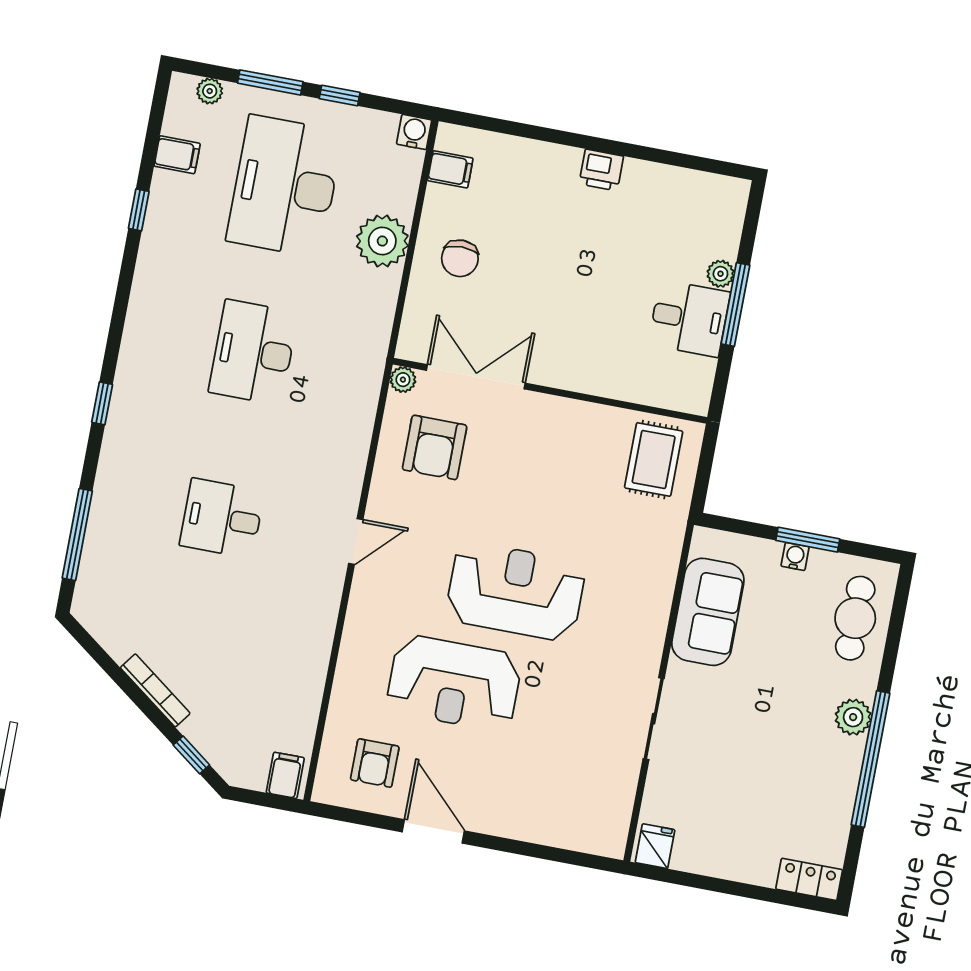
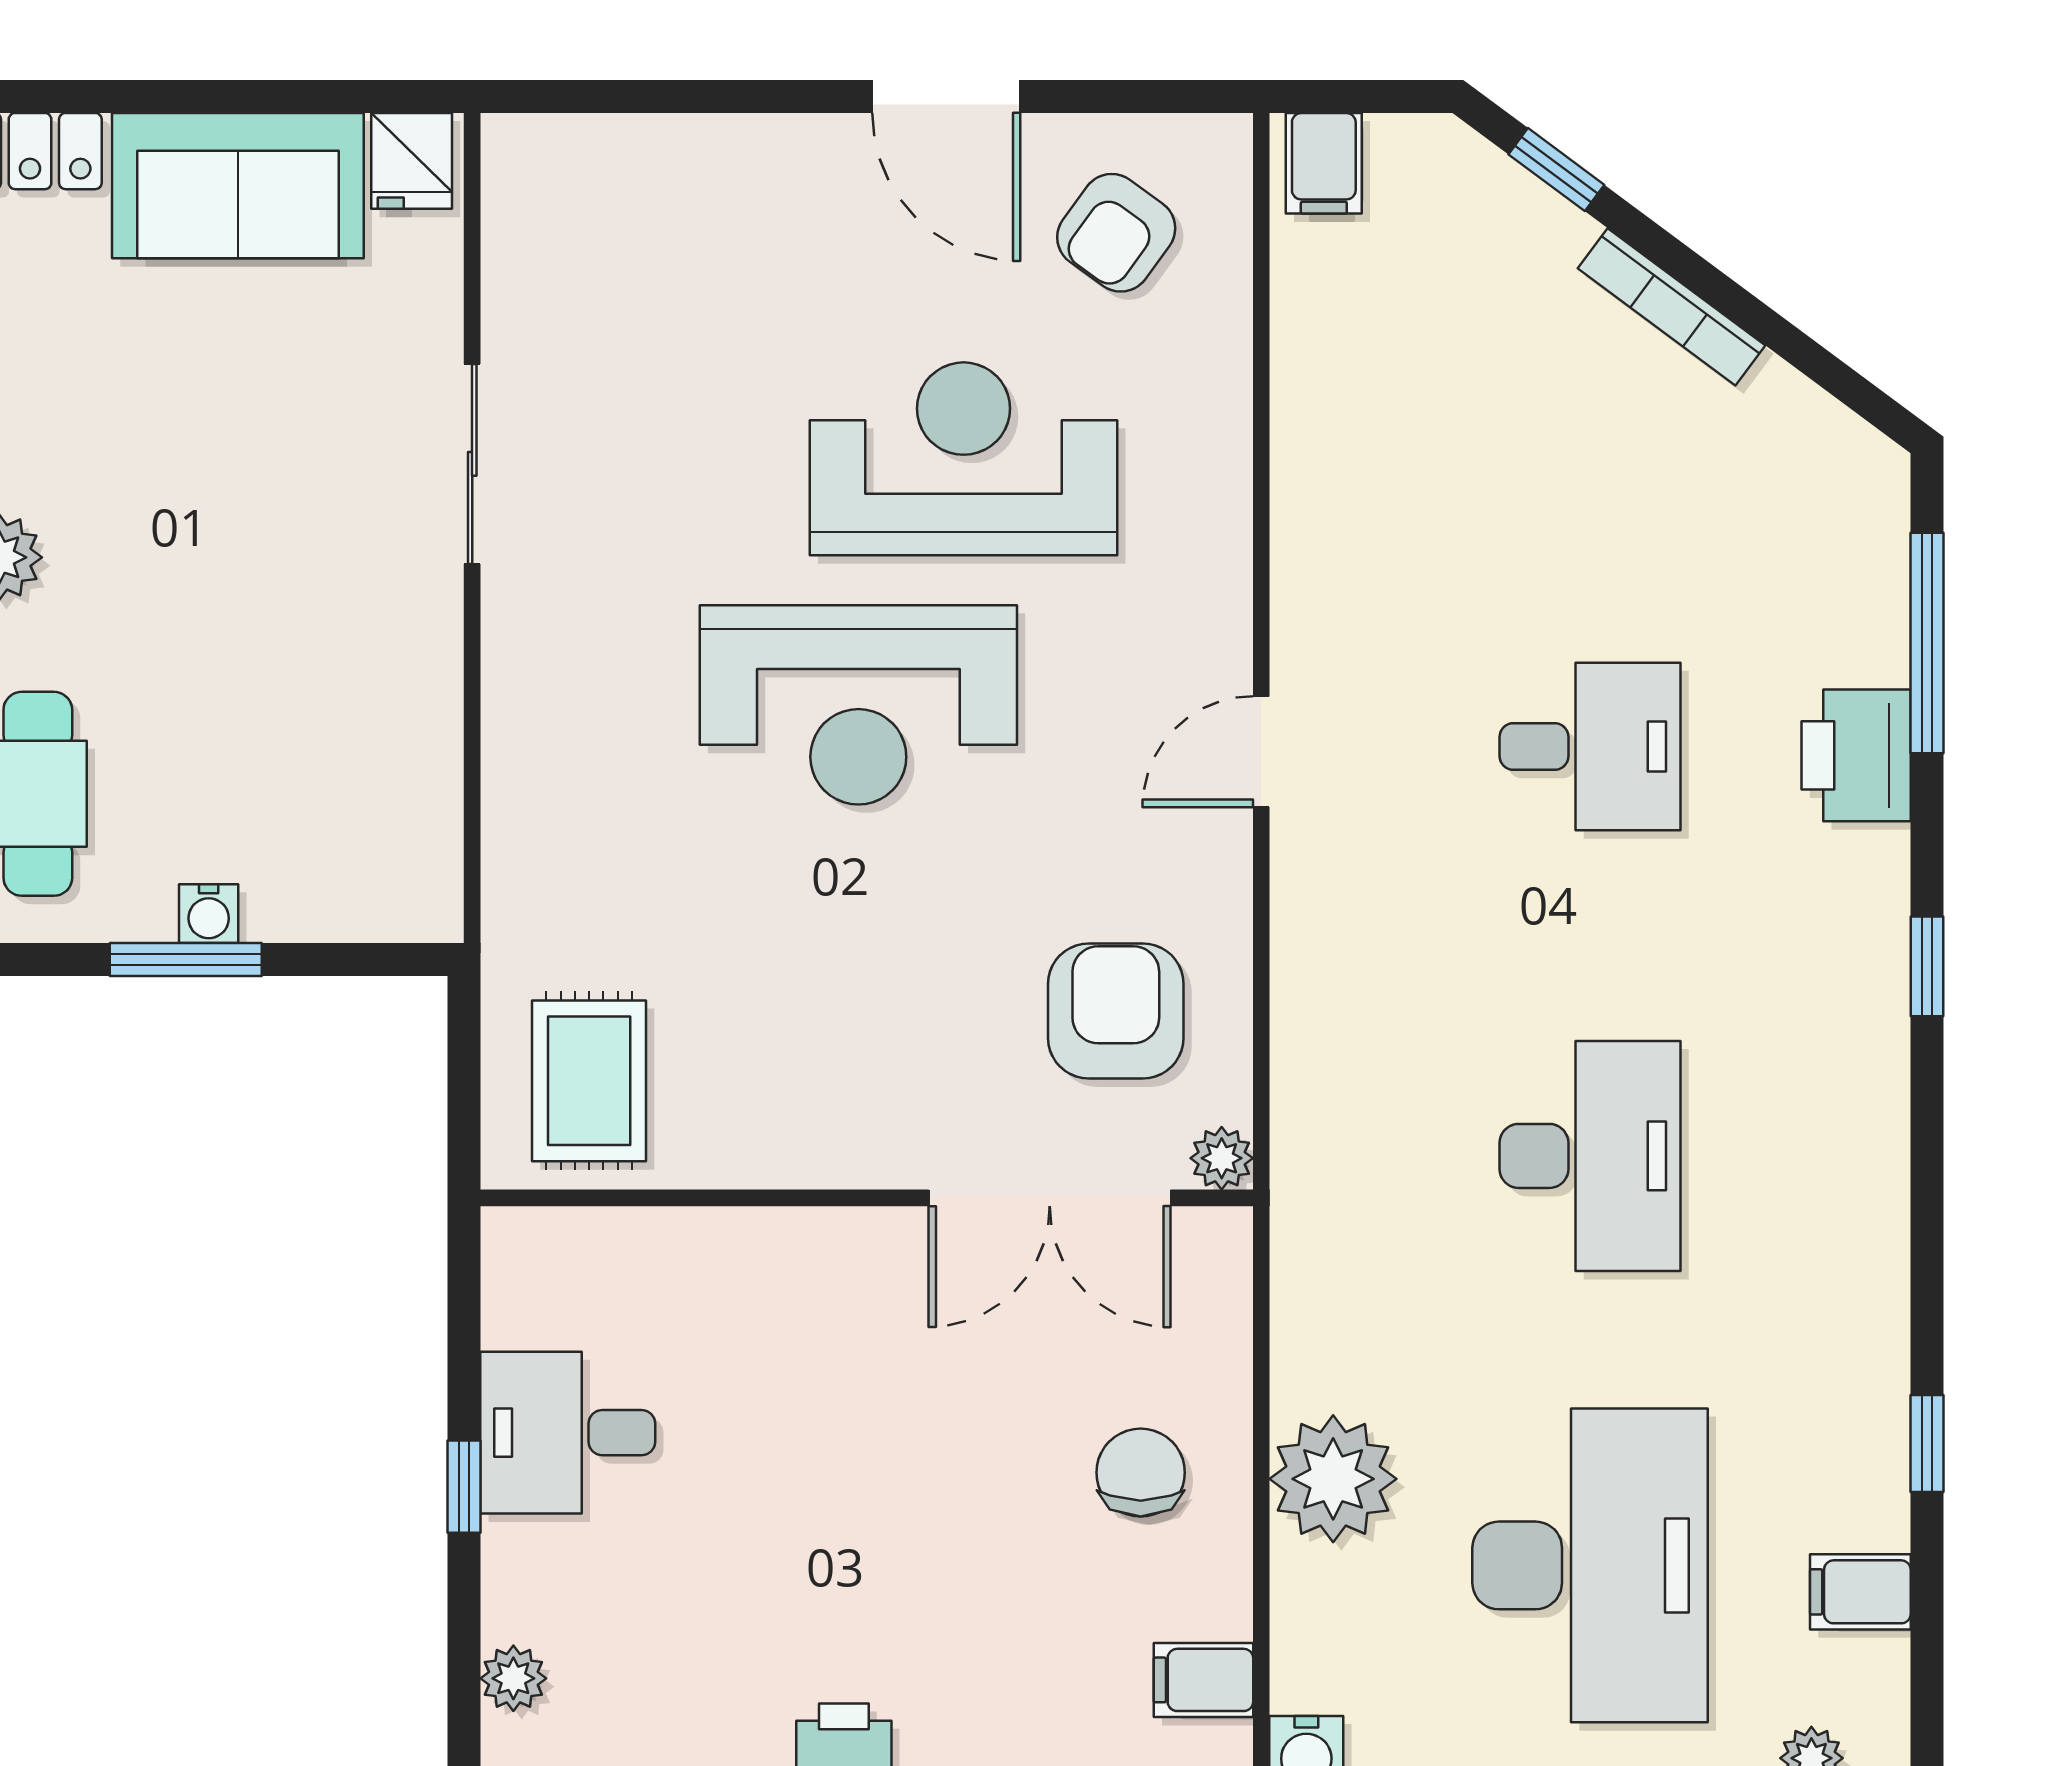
plant: (720, 274) -> (513, 1678), moved
window: (735, 304) -> (464, 1487), width x0.46
printer: (115, 494) -> (1856, 755), added
sofa: (708, 612) -> (238, 186), moved, turned -90
armchair: (375, 763) -> (1116, 233), turned -144

